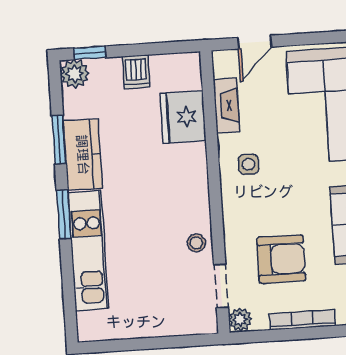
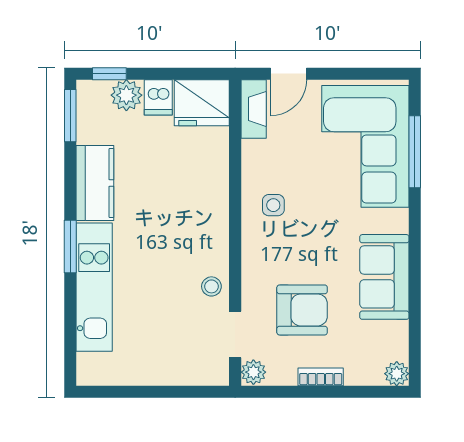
plant: (75, 74) -> (126, 95), moved
fireplace: (226, 106) -> (254, 109), moved
fridge: (183, 117) -> (202, 103), moved, turned -90
window: (59, 140) -> (70, 116), moved
bookcase: (302, 320) -> (321, 377), width x0.64

